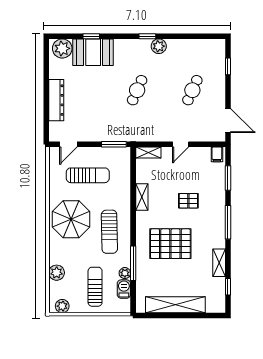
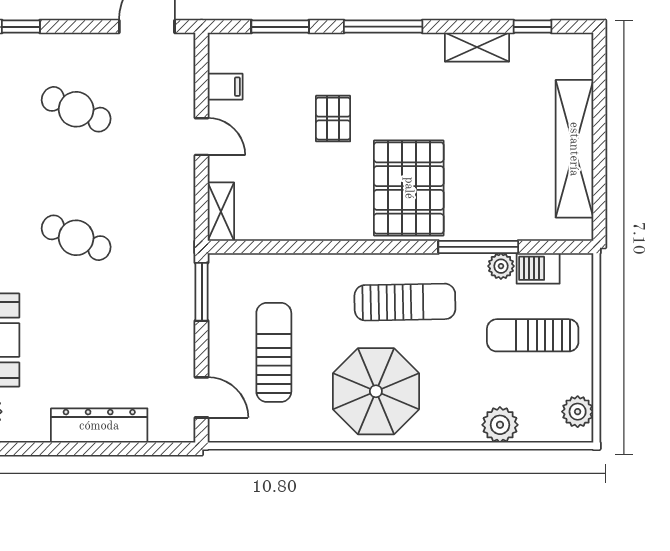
filing cabinet: (217, 154) -> (225, 87), moved
shelving: (142, 197) -> (324, 227), removed
pallet: (170, 244) -> (409, 188), moved

